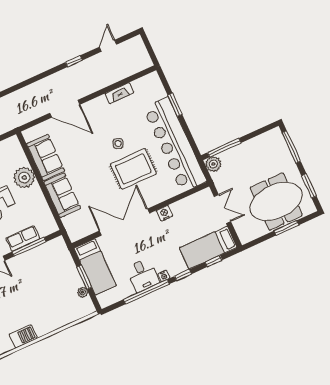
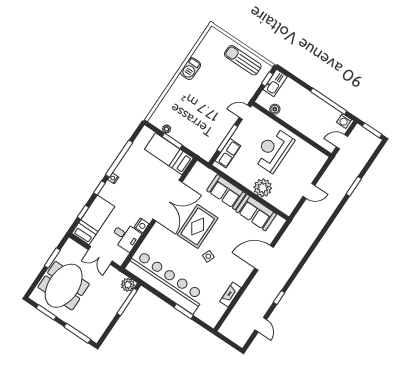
rug: (133, 169) -> (198, 226), moved
window: (286, 228) -> (52, 258), moved
row of seats: (23, 239) -> (228, 153), moved
desk: (143, 275) -> (126, 236), moved, turned 180

